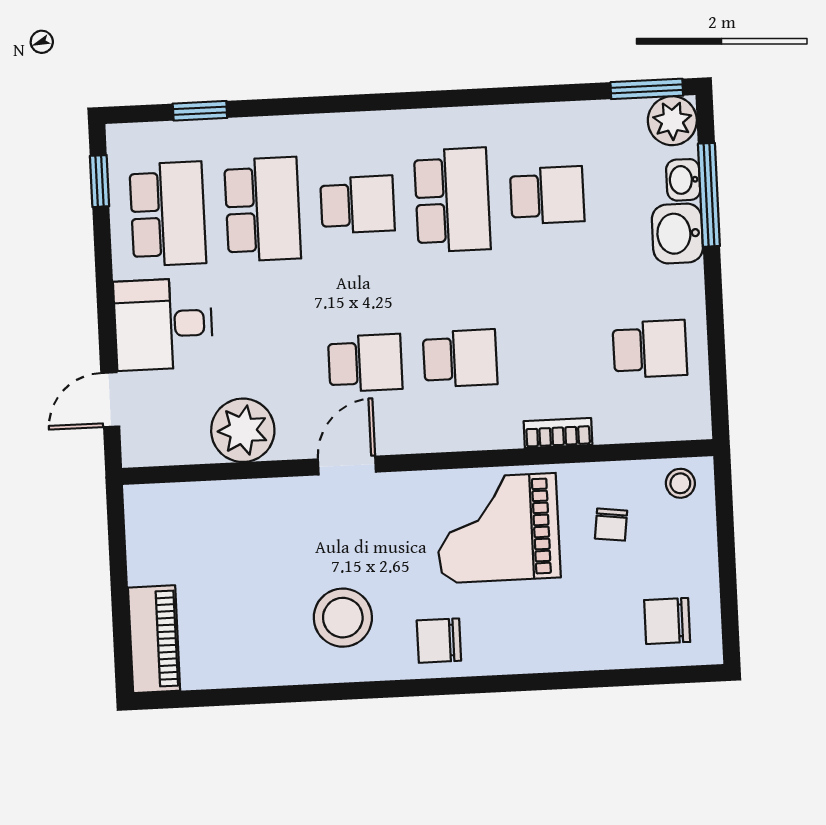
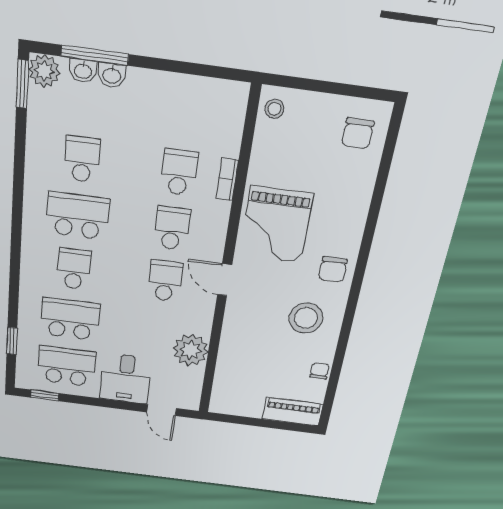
washbasin: (677, 233) -> (112, 75), width x0.72, depth x0.69
school desk: (650, 349) -> (179, 172), moved
door: (347, 465) -> (225, 280), moved
chair: (611, 525) -> (320, 371), moved, turned -97

